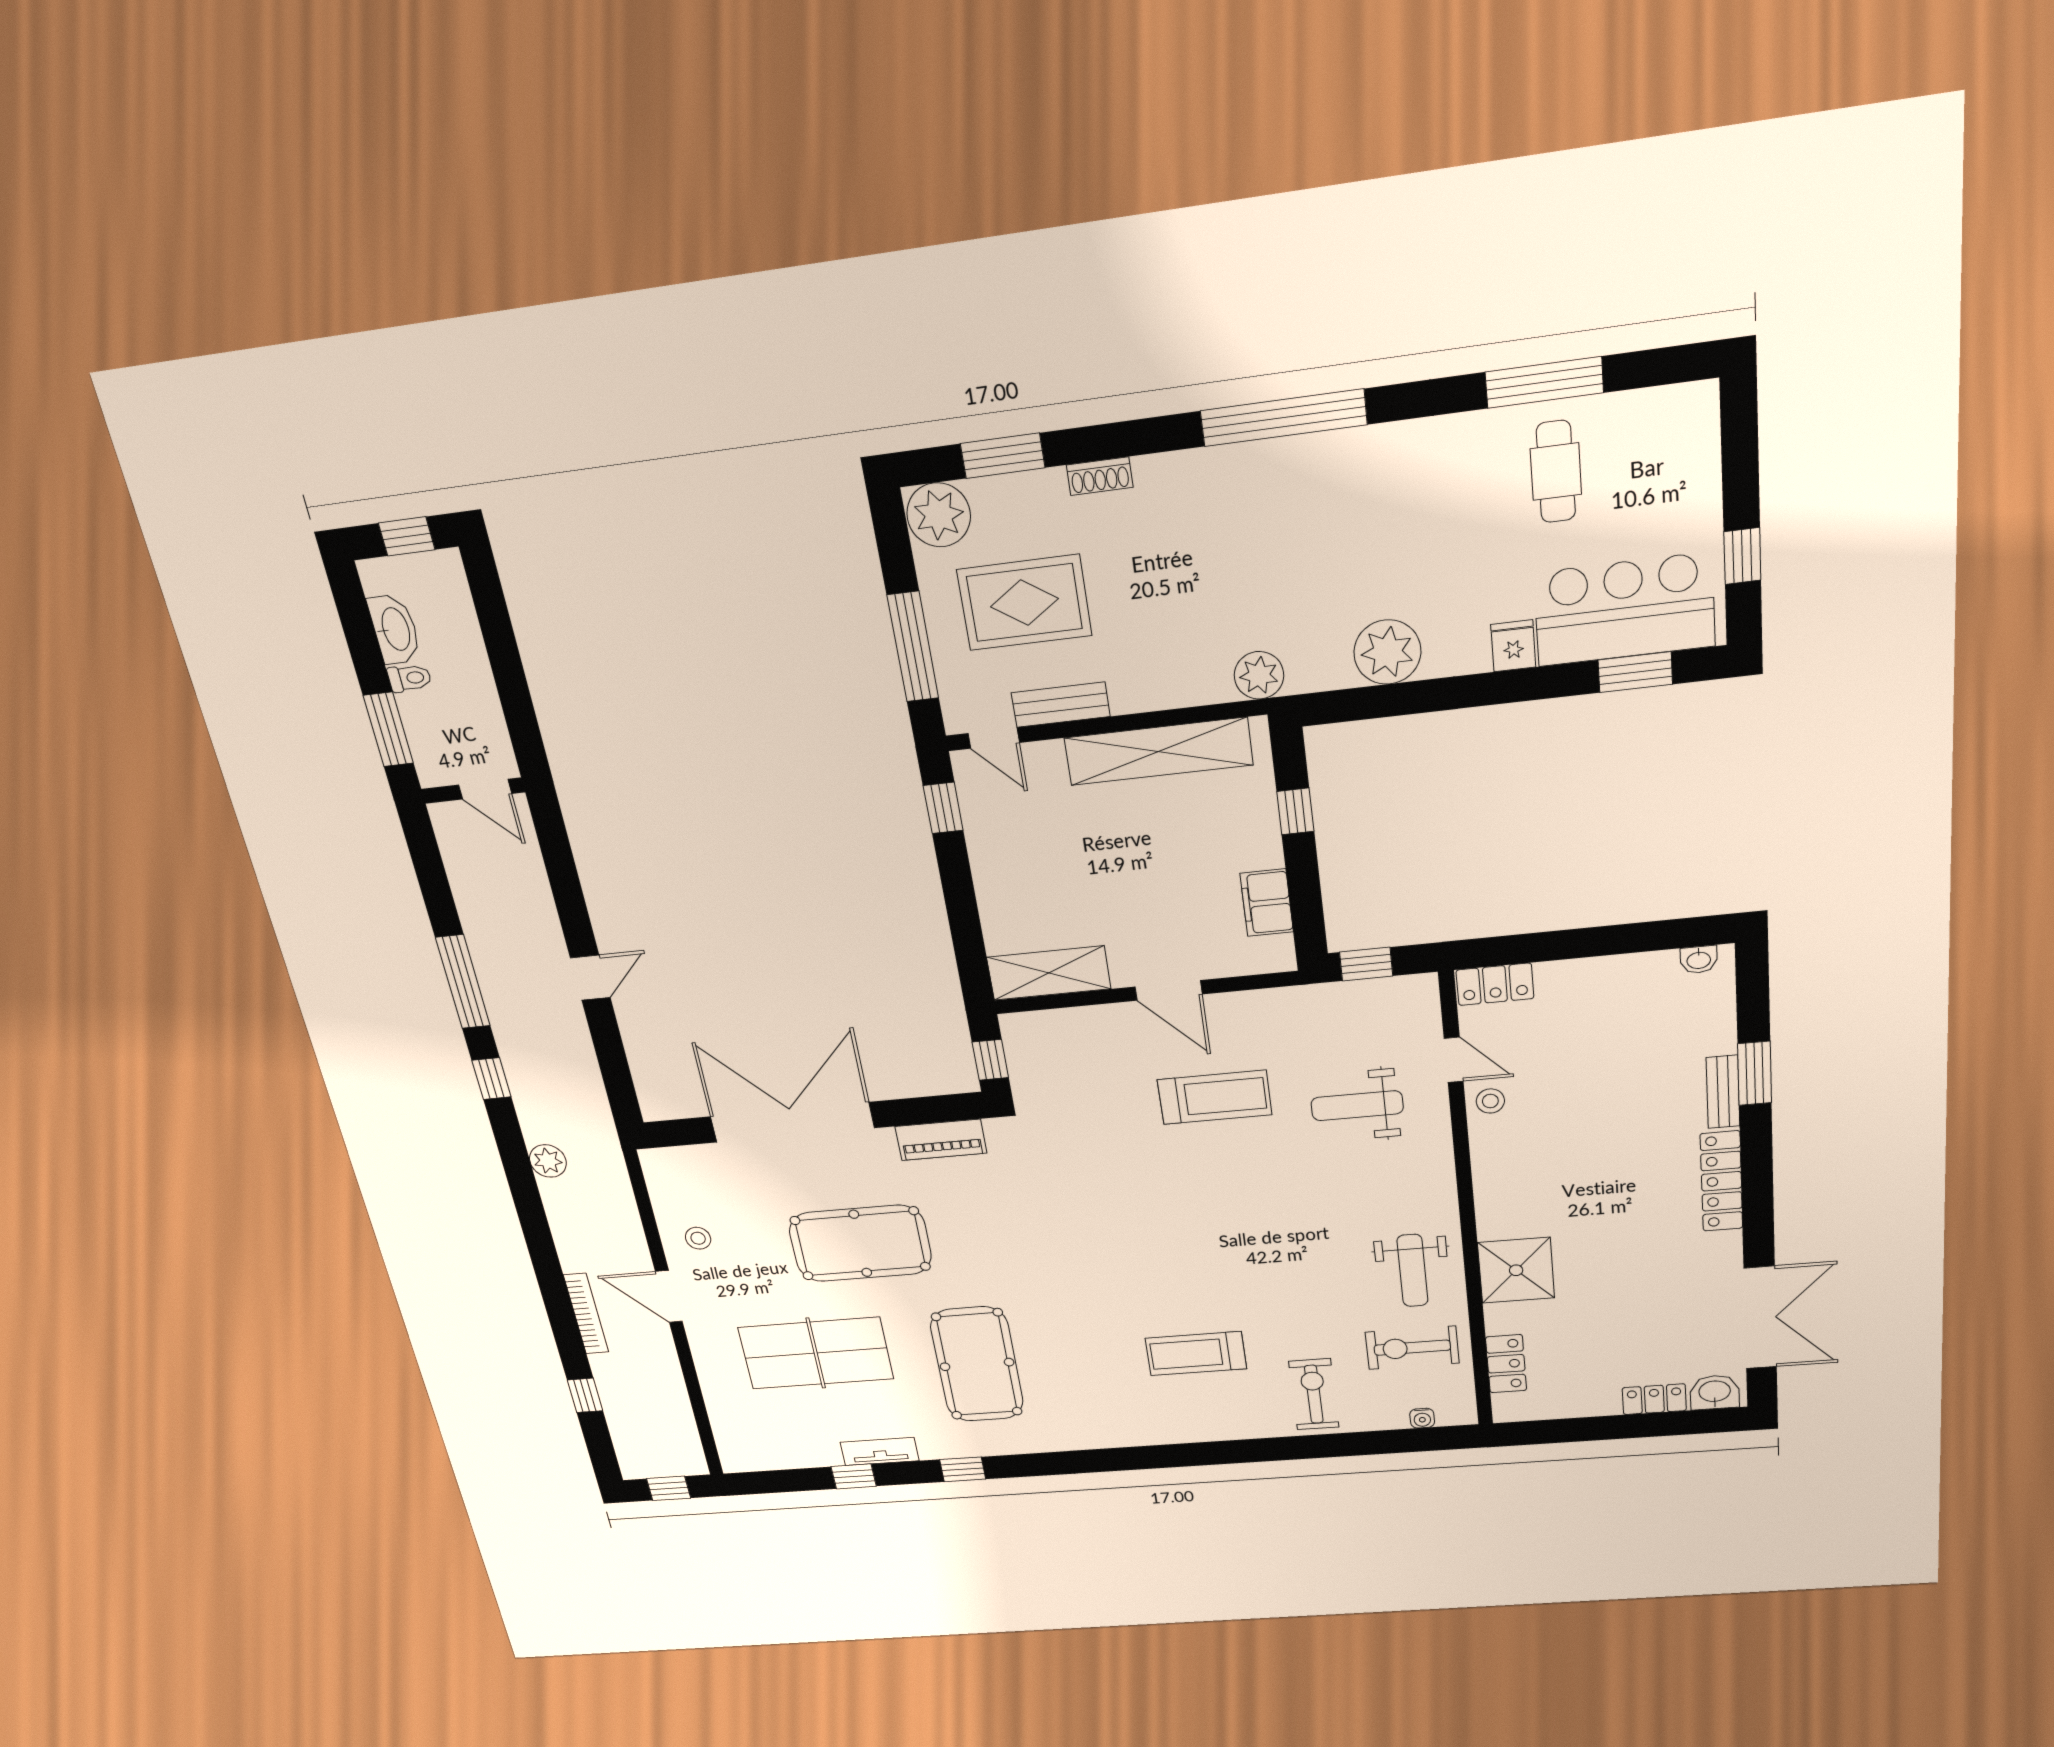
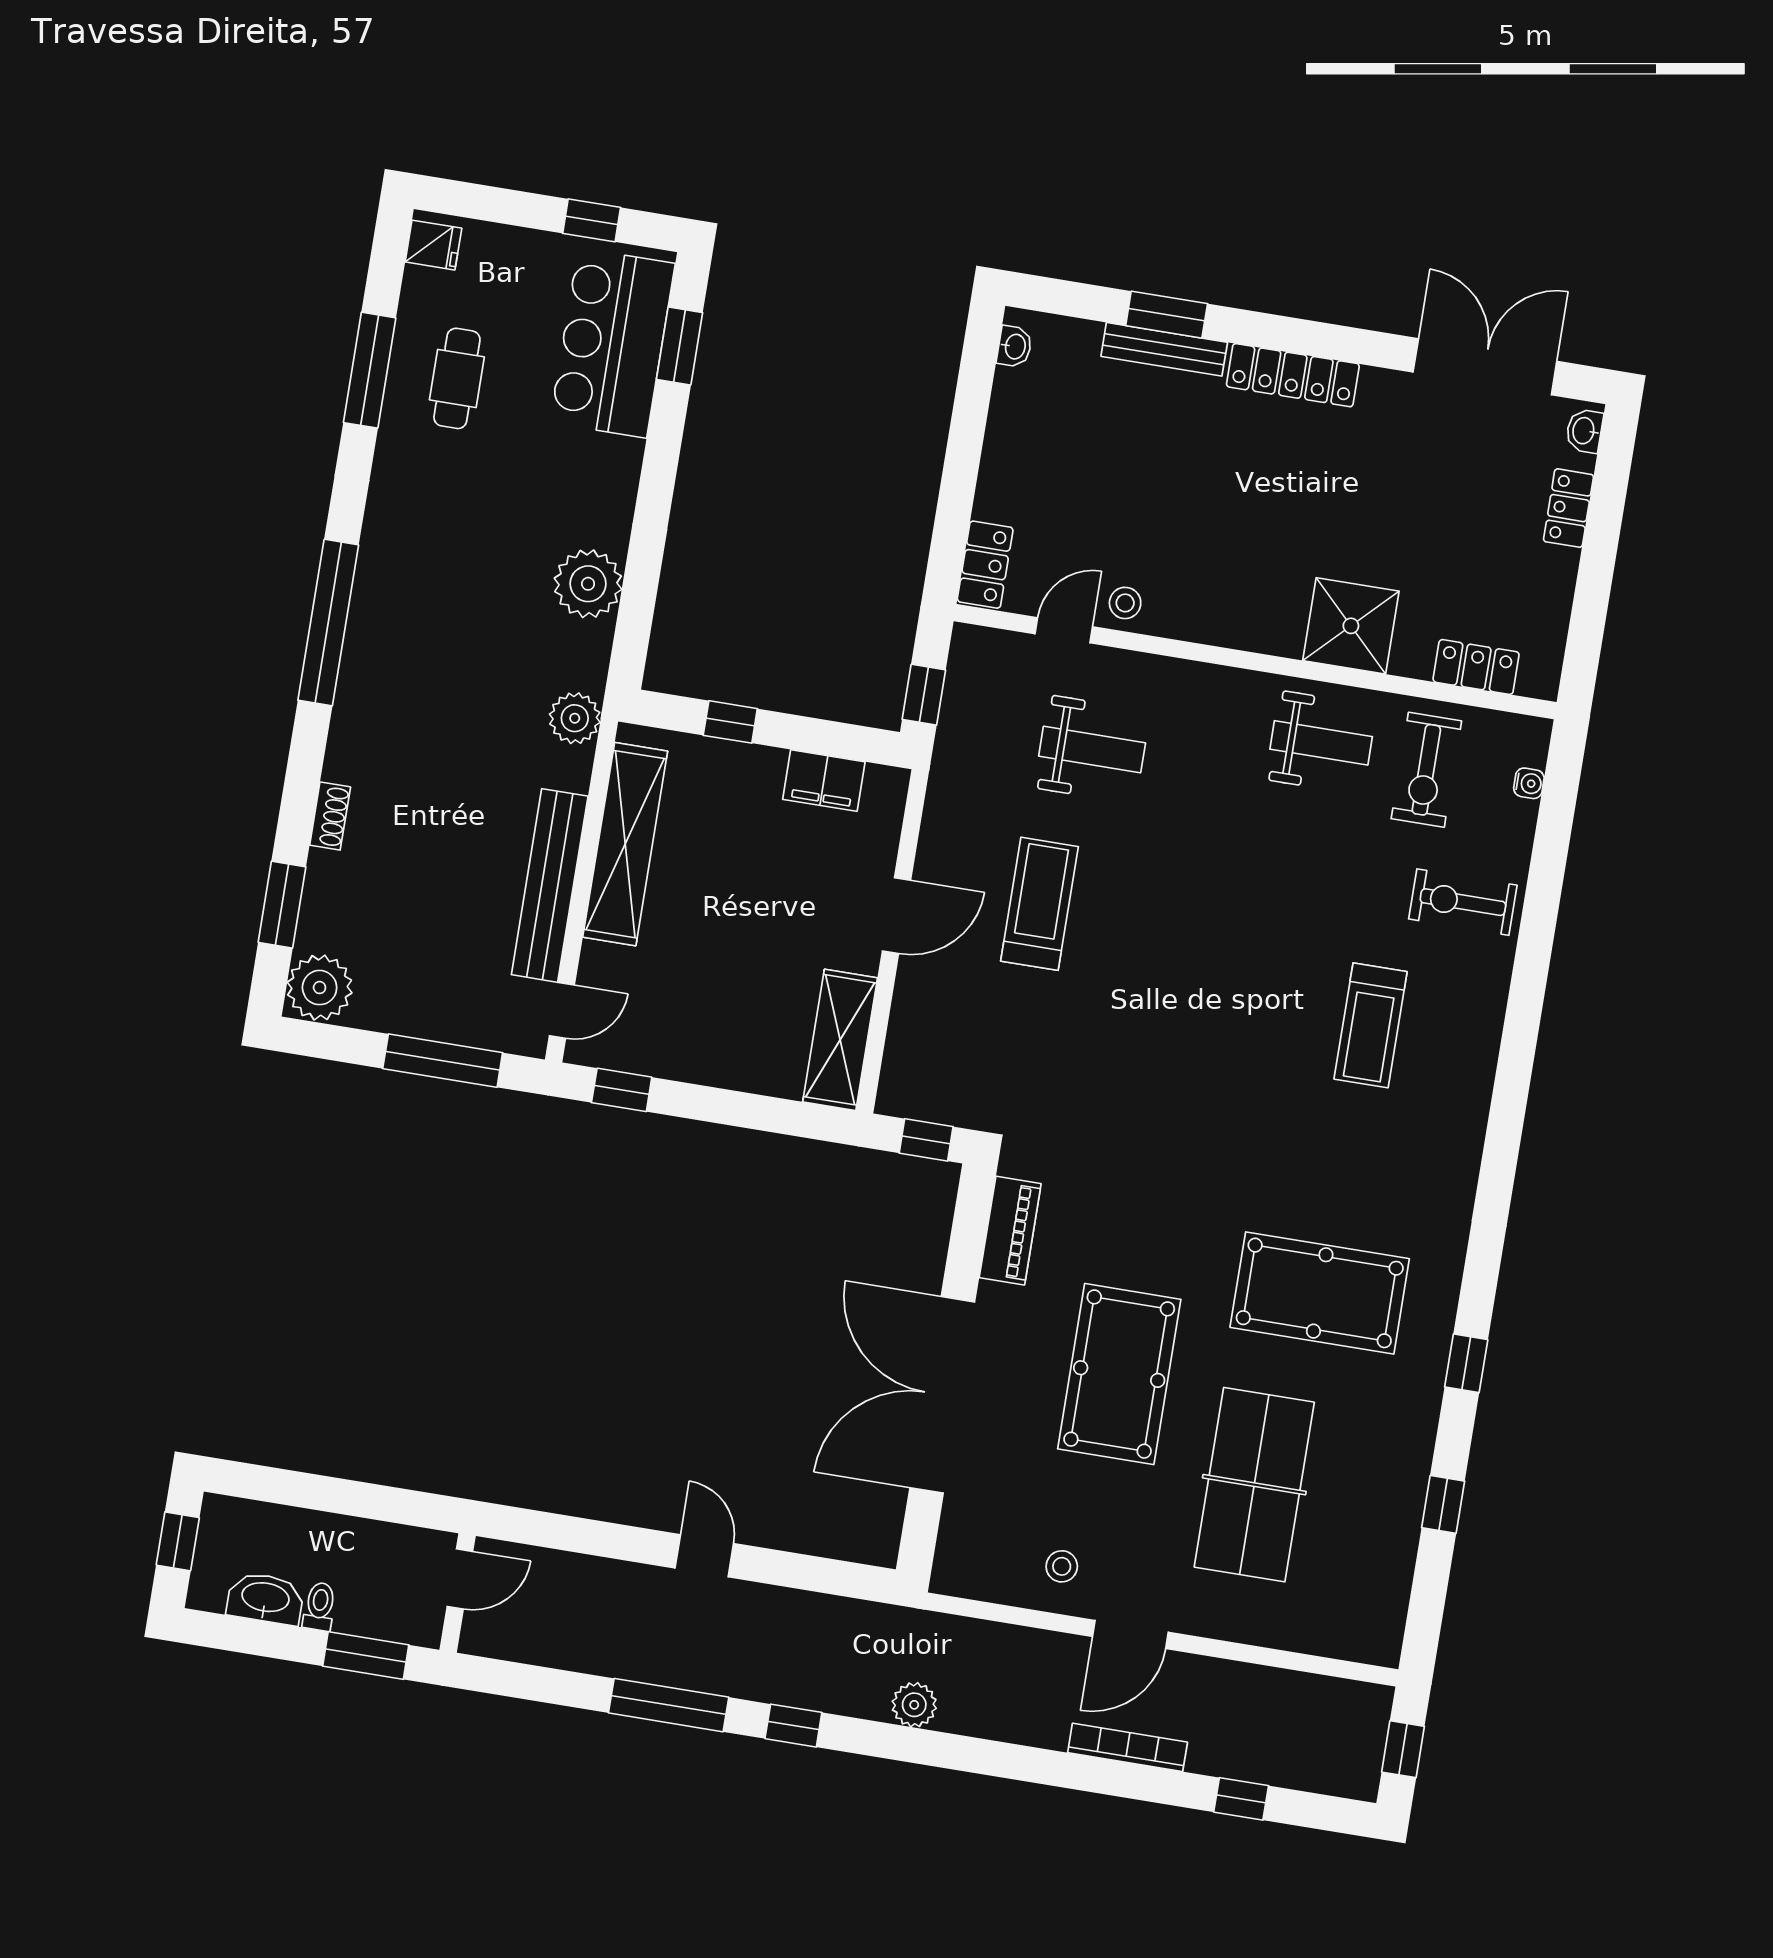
cafe table: (1556, 472) -> (457, 378), turned 90
rug: (1024, 603) -> (431, 931), removed
fridge: (1513, 646) -> (433, 245), moved, turned 180
bench: (1061, 705) -> (550, 885), width x1.86, depth x1.21
bench: (1723, 1092) -> (1164, 349), width x1.36
weight bench: (1357, 1106) -> (1092, 749), turned -90
washbasin: (1715, 1392) -> (1584, 431), width x0.72, depth x0.69
tv unit: (880, 1451) -> (1414, 1458), removed

